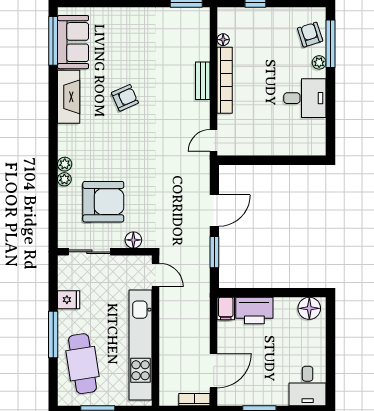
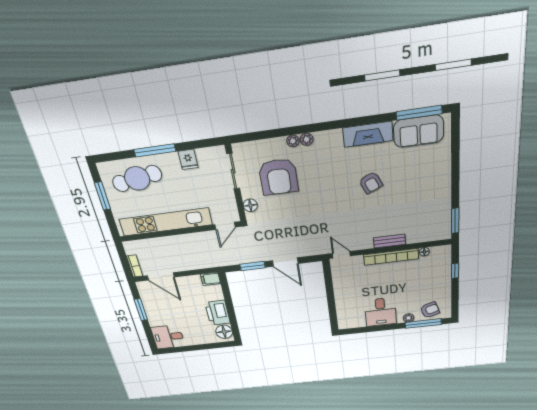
printer: (254, 310) -> (218, 313), moved

